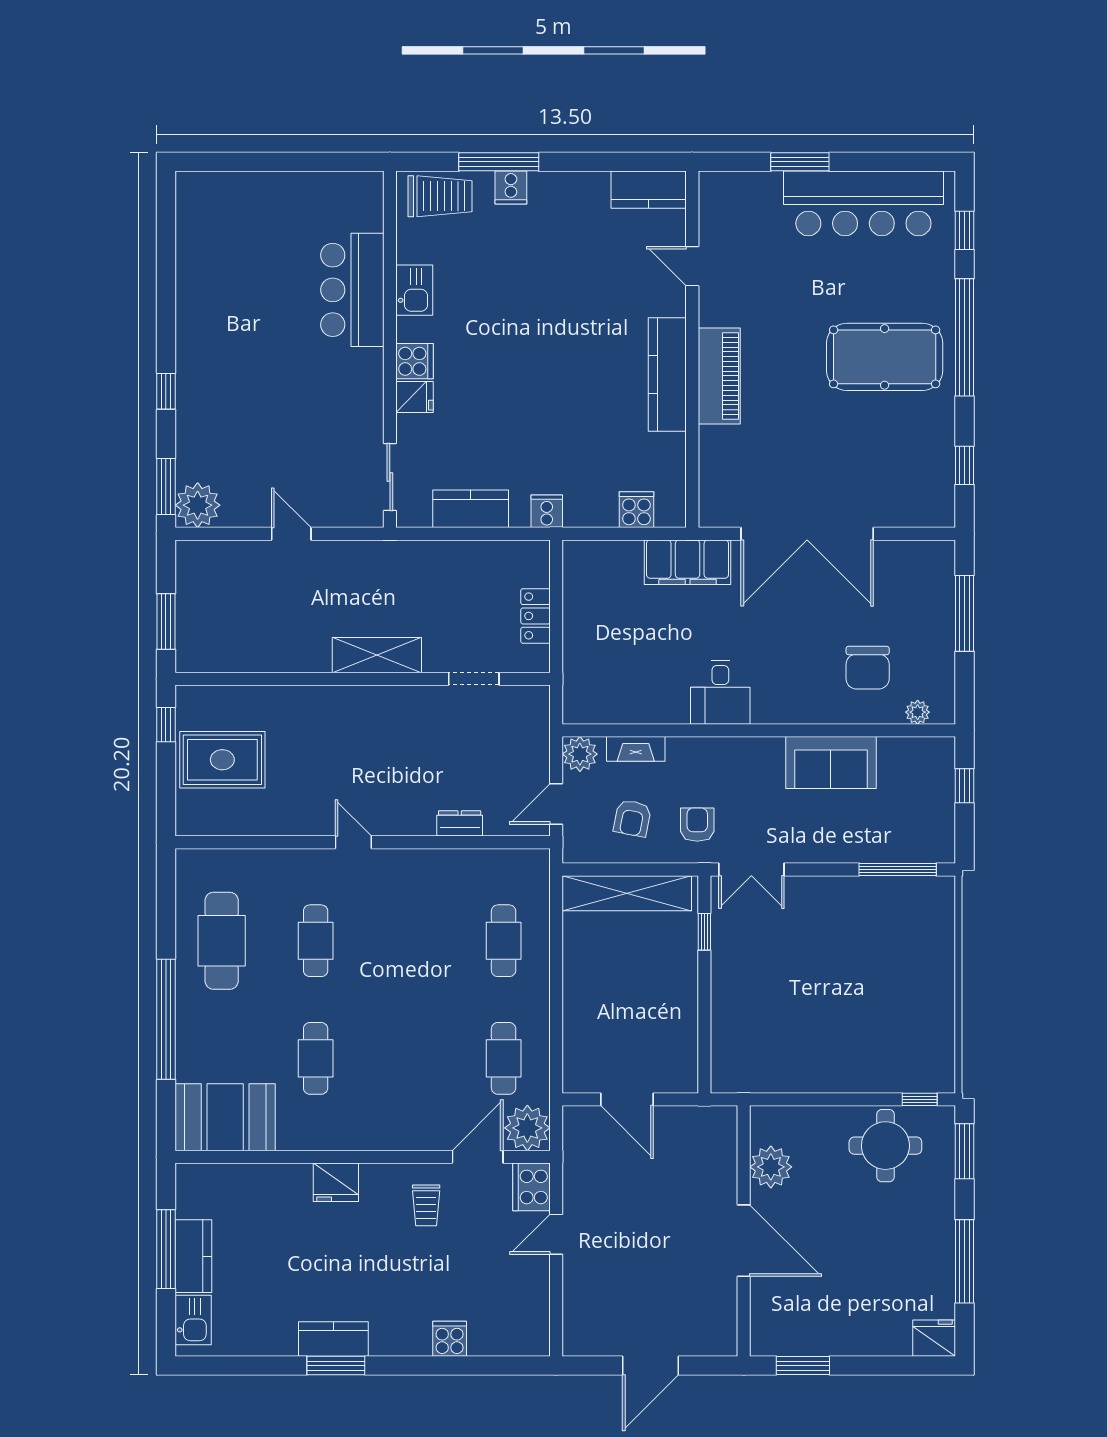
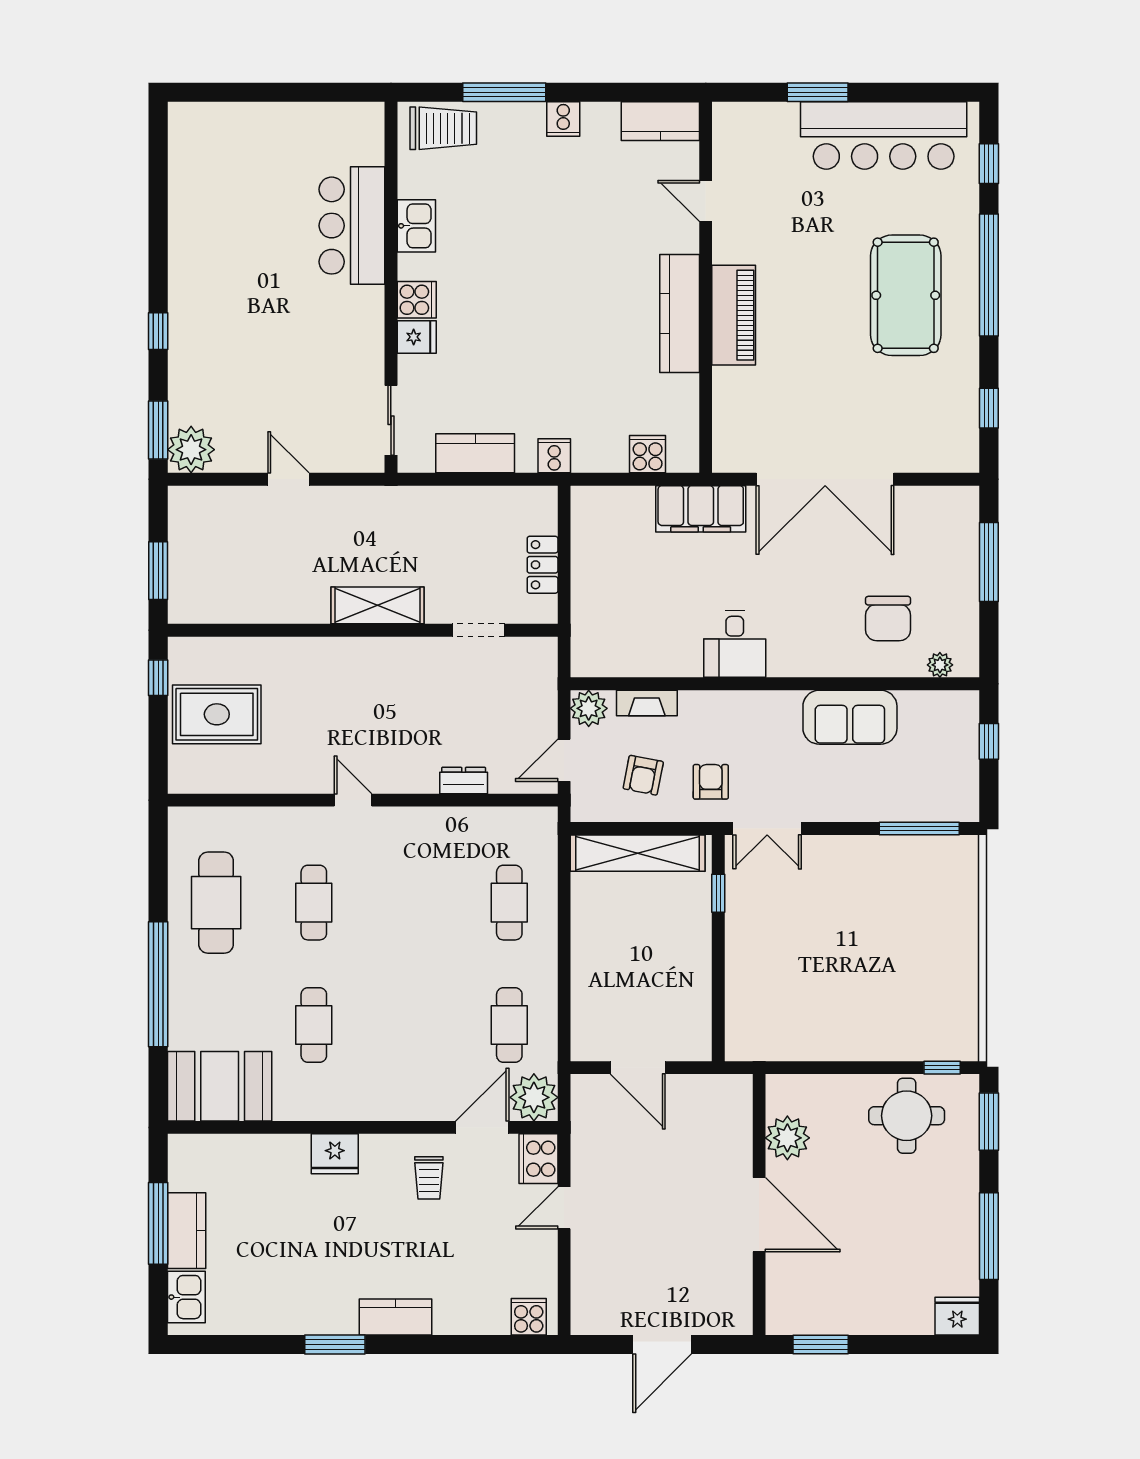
cooker: (511, 187) -> (563, 119), moved
pool table: (885, 357) -> (906, 295), turned 90
kitchen counter: (333, 1339) -> (395, 1317), moved
cooker: (450, 1339) -> (529, 1317), moved

